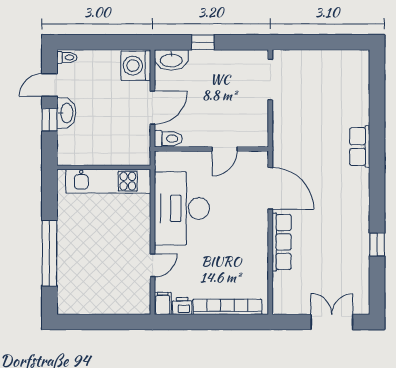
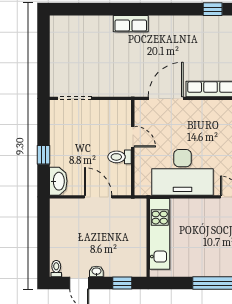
washing machine: (136, 66) -> (63, 211), removed
washbasin: (66, 113) -> (96, 271), width x0.52, depth x0.69
window: (49, 120) -> (122, 283), moved
toilet: (168, 139) -> (120, 157), moved, turned -90

